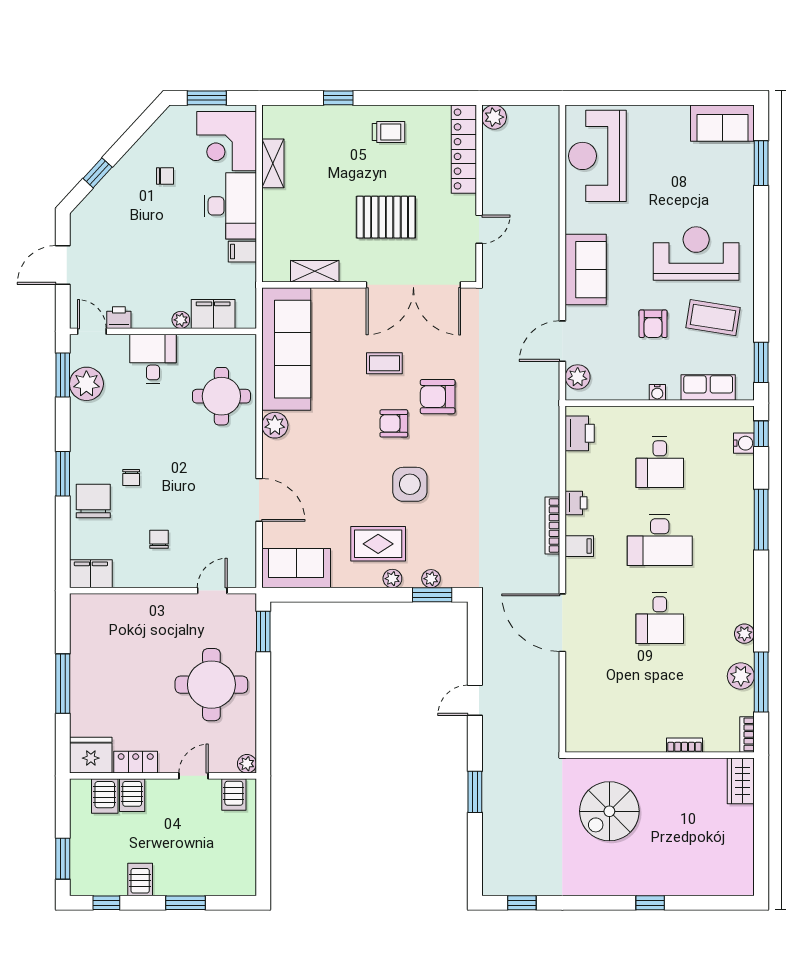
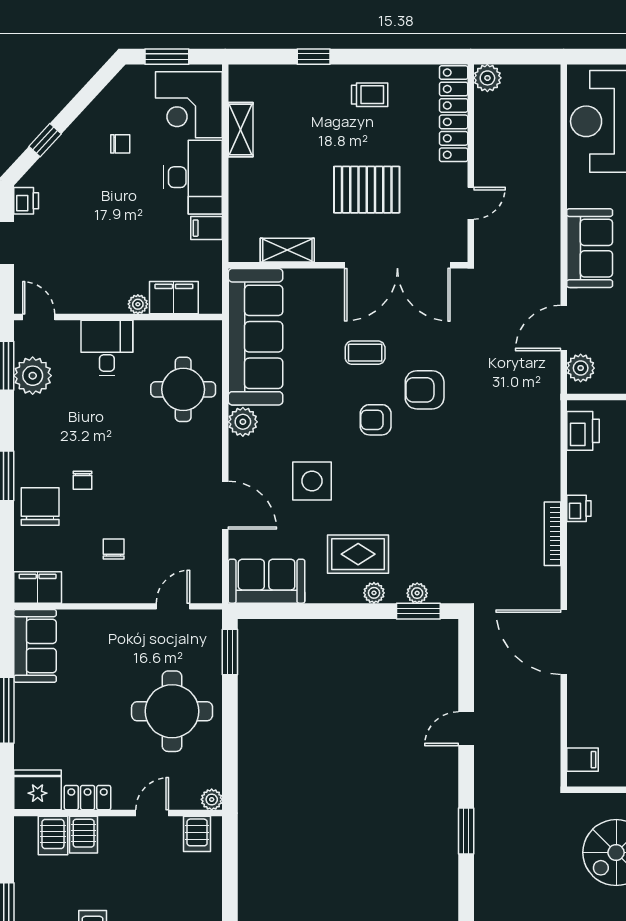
printer: (119, 318) -> (26, 201), moved, turned 90
side table: (410, 484) -> (312, 481), moved
filing cabinet: (579, 546) -> (582, 760), moved
sofa: (89, 626) -> (35, 646), added

